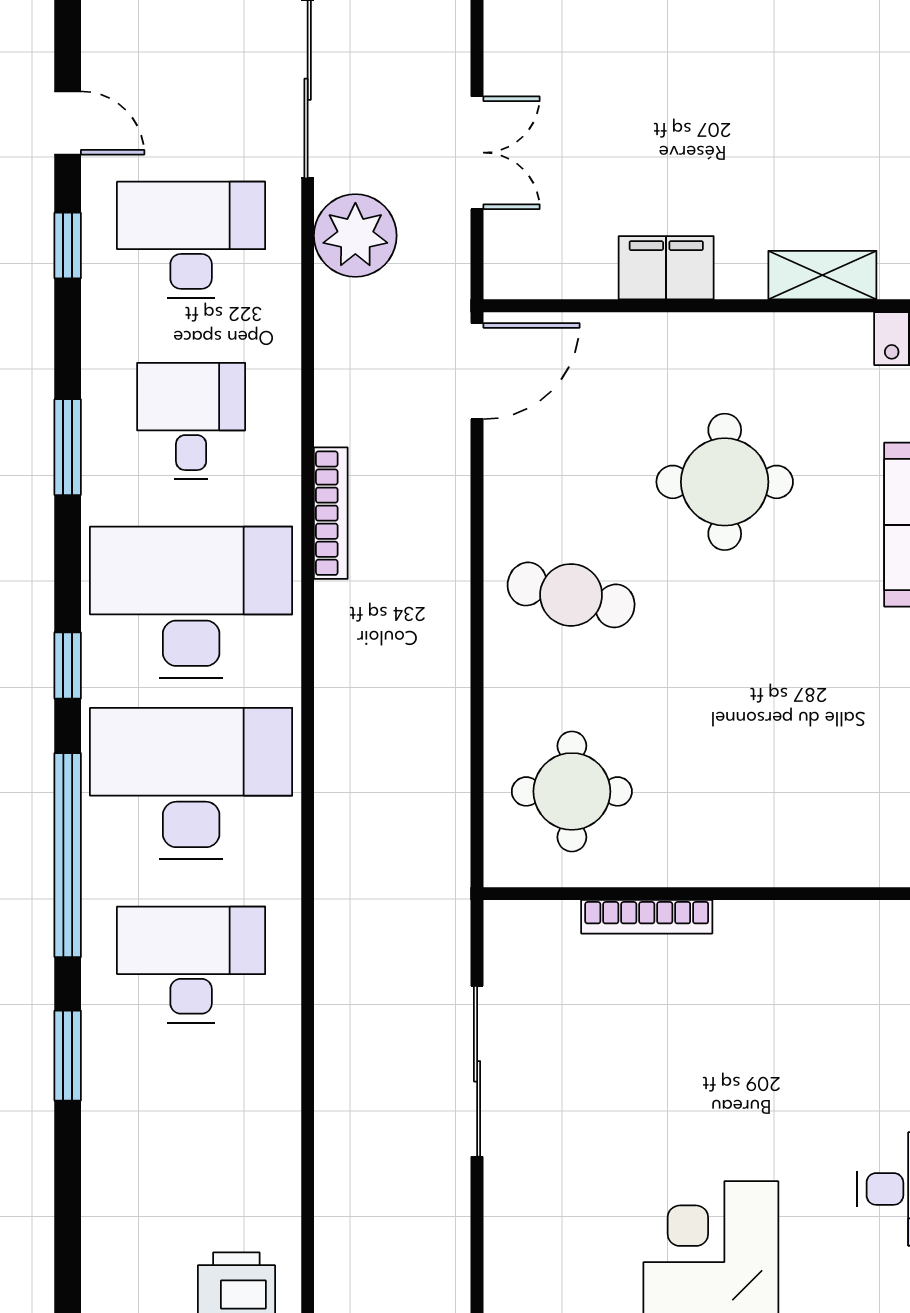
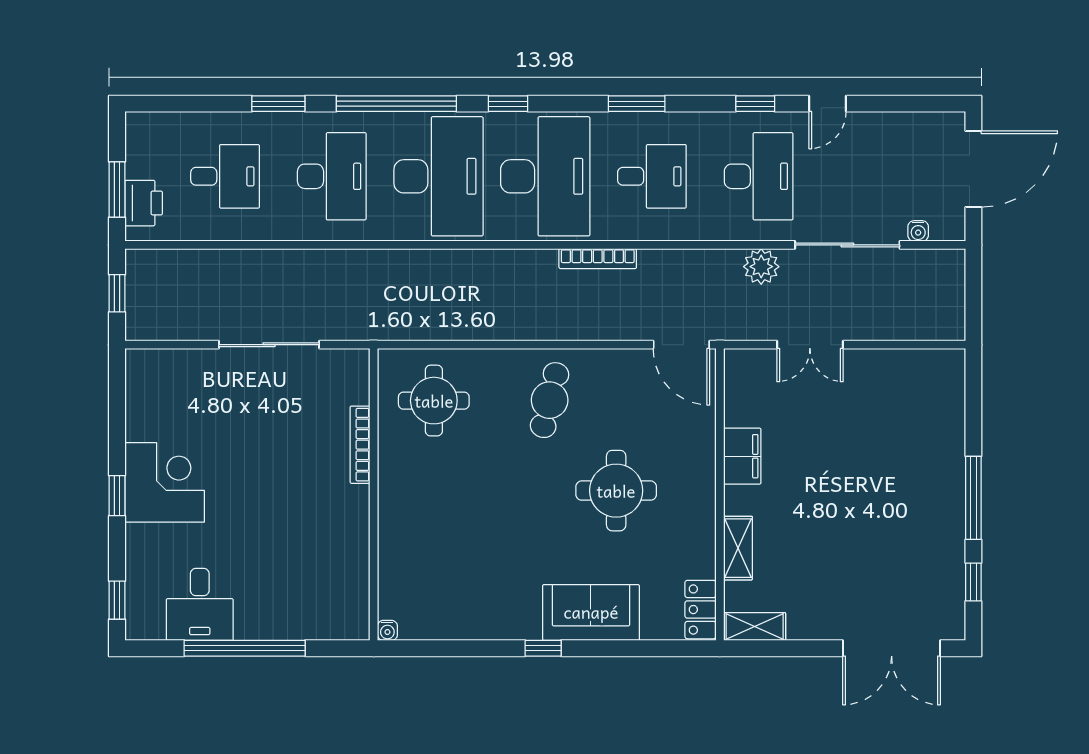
plant: (355, 236) -> (761, 267), width x0.73, depth x0.73
desk: (191, 1146) -> (225, 176), added

